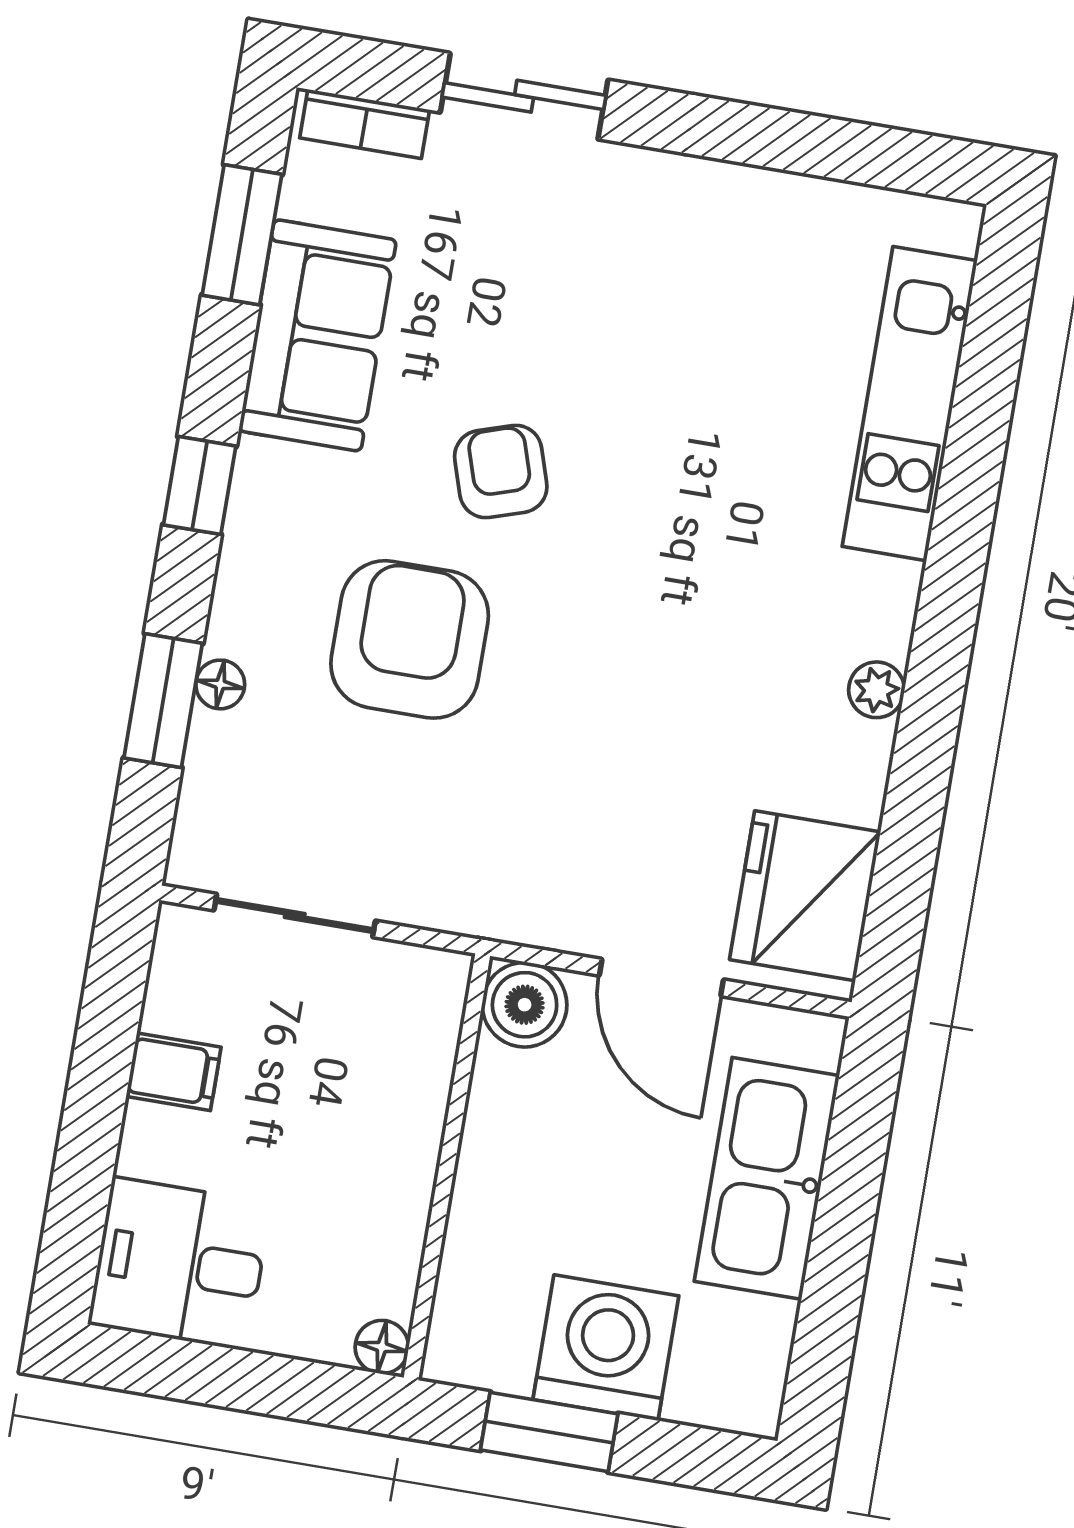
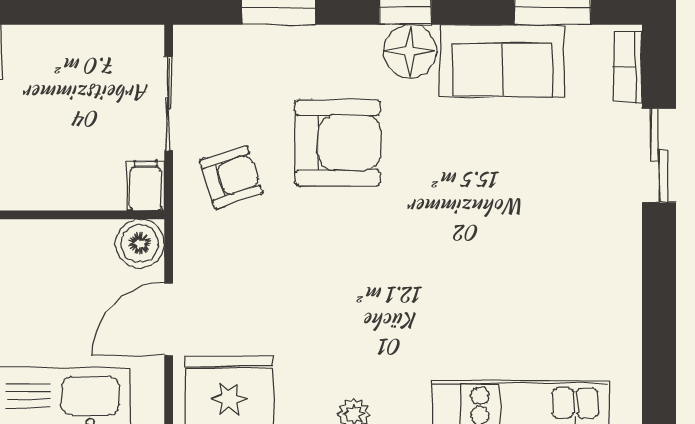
armchair: (501, 472) -> (231, 177), moved
floor lamp: (220, 684) -> (410, 51), moved, width x1.89, depth x1.89
filing cabinet: (174, 1072) -> (146, 186), moved, turned 180

